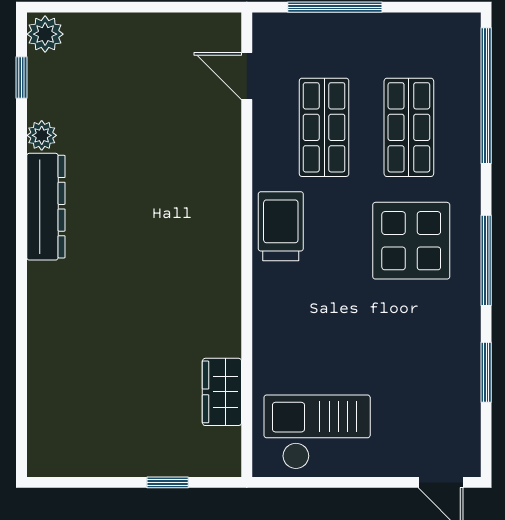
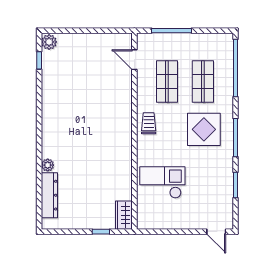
plant: (42, 135) -> (48, 165), moved
dresser: (46, 207) -> (49, 195), moved
trolley: (281, 226) -> (149, 123), width x0.73, depth x0.72
wardrobe: (222, 392) -> (124, 215), moved
checkout: (317, 432) -> (162, 182), moved

